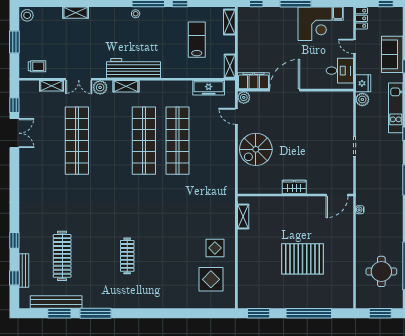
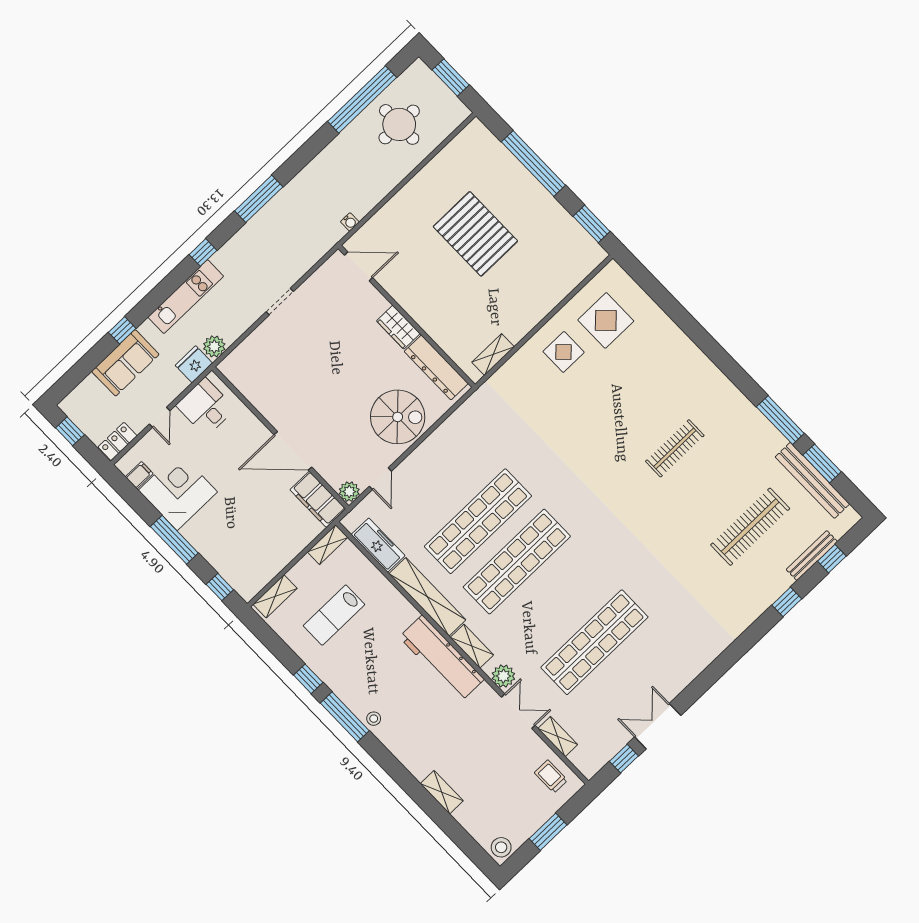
shelving: (166, 88) -> (427, 597), added
dresser: (261, 187) -> (436, 367), added

